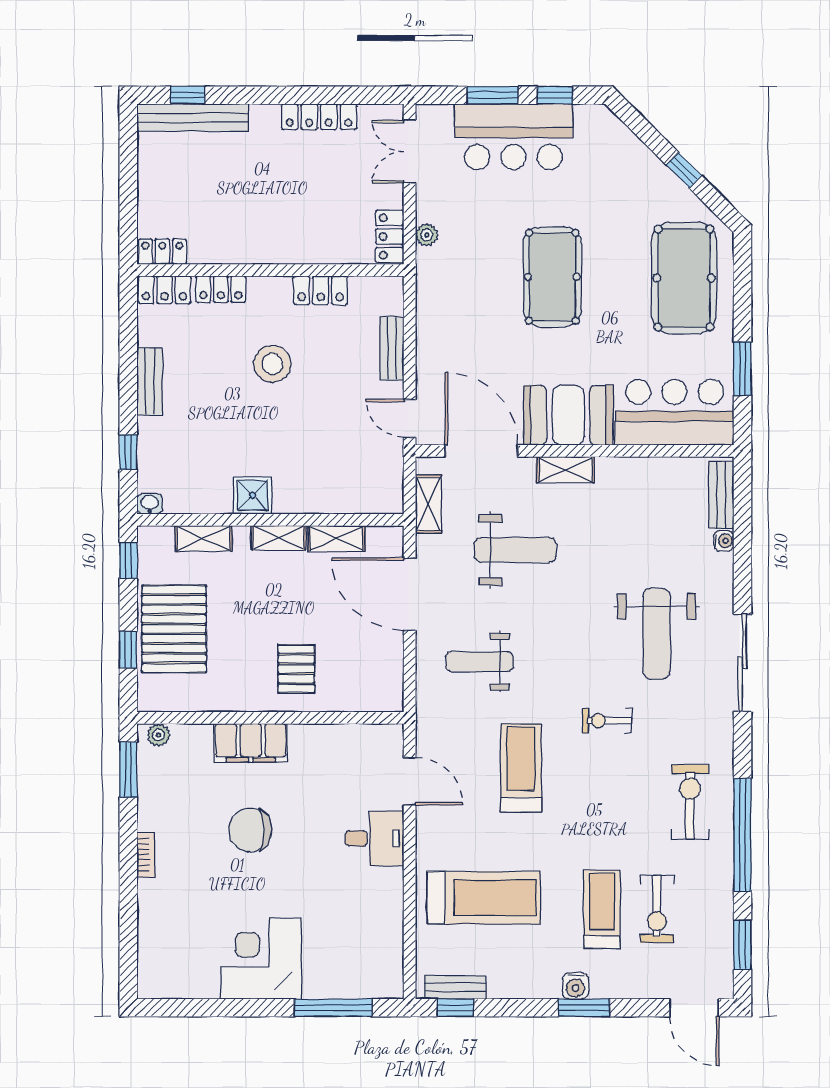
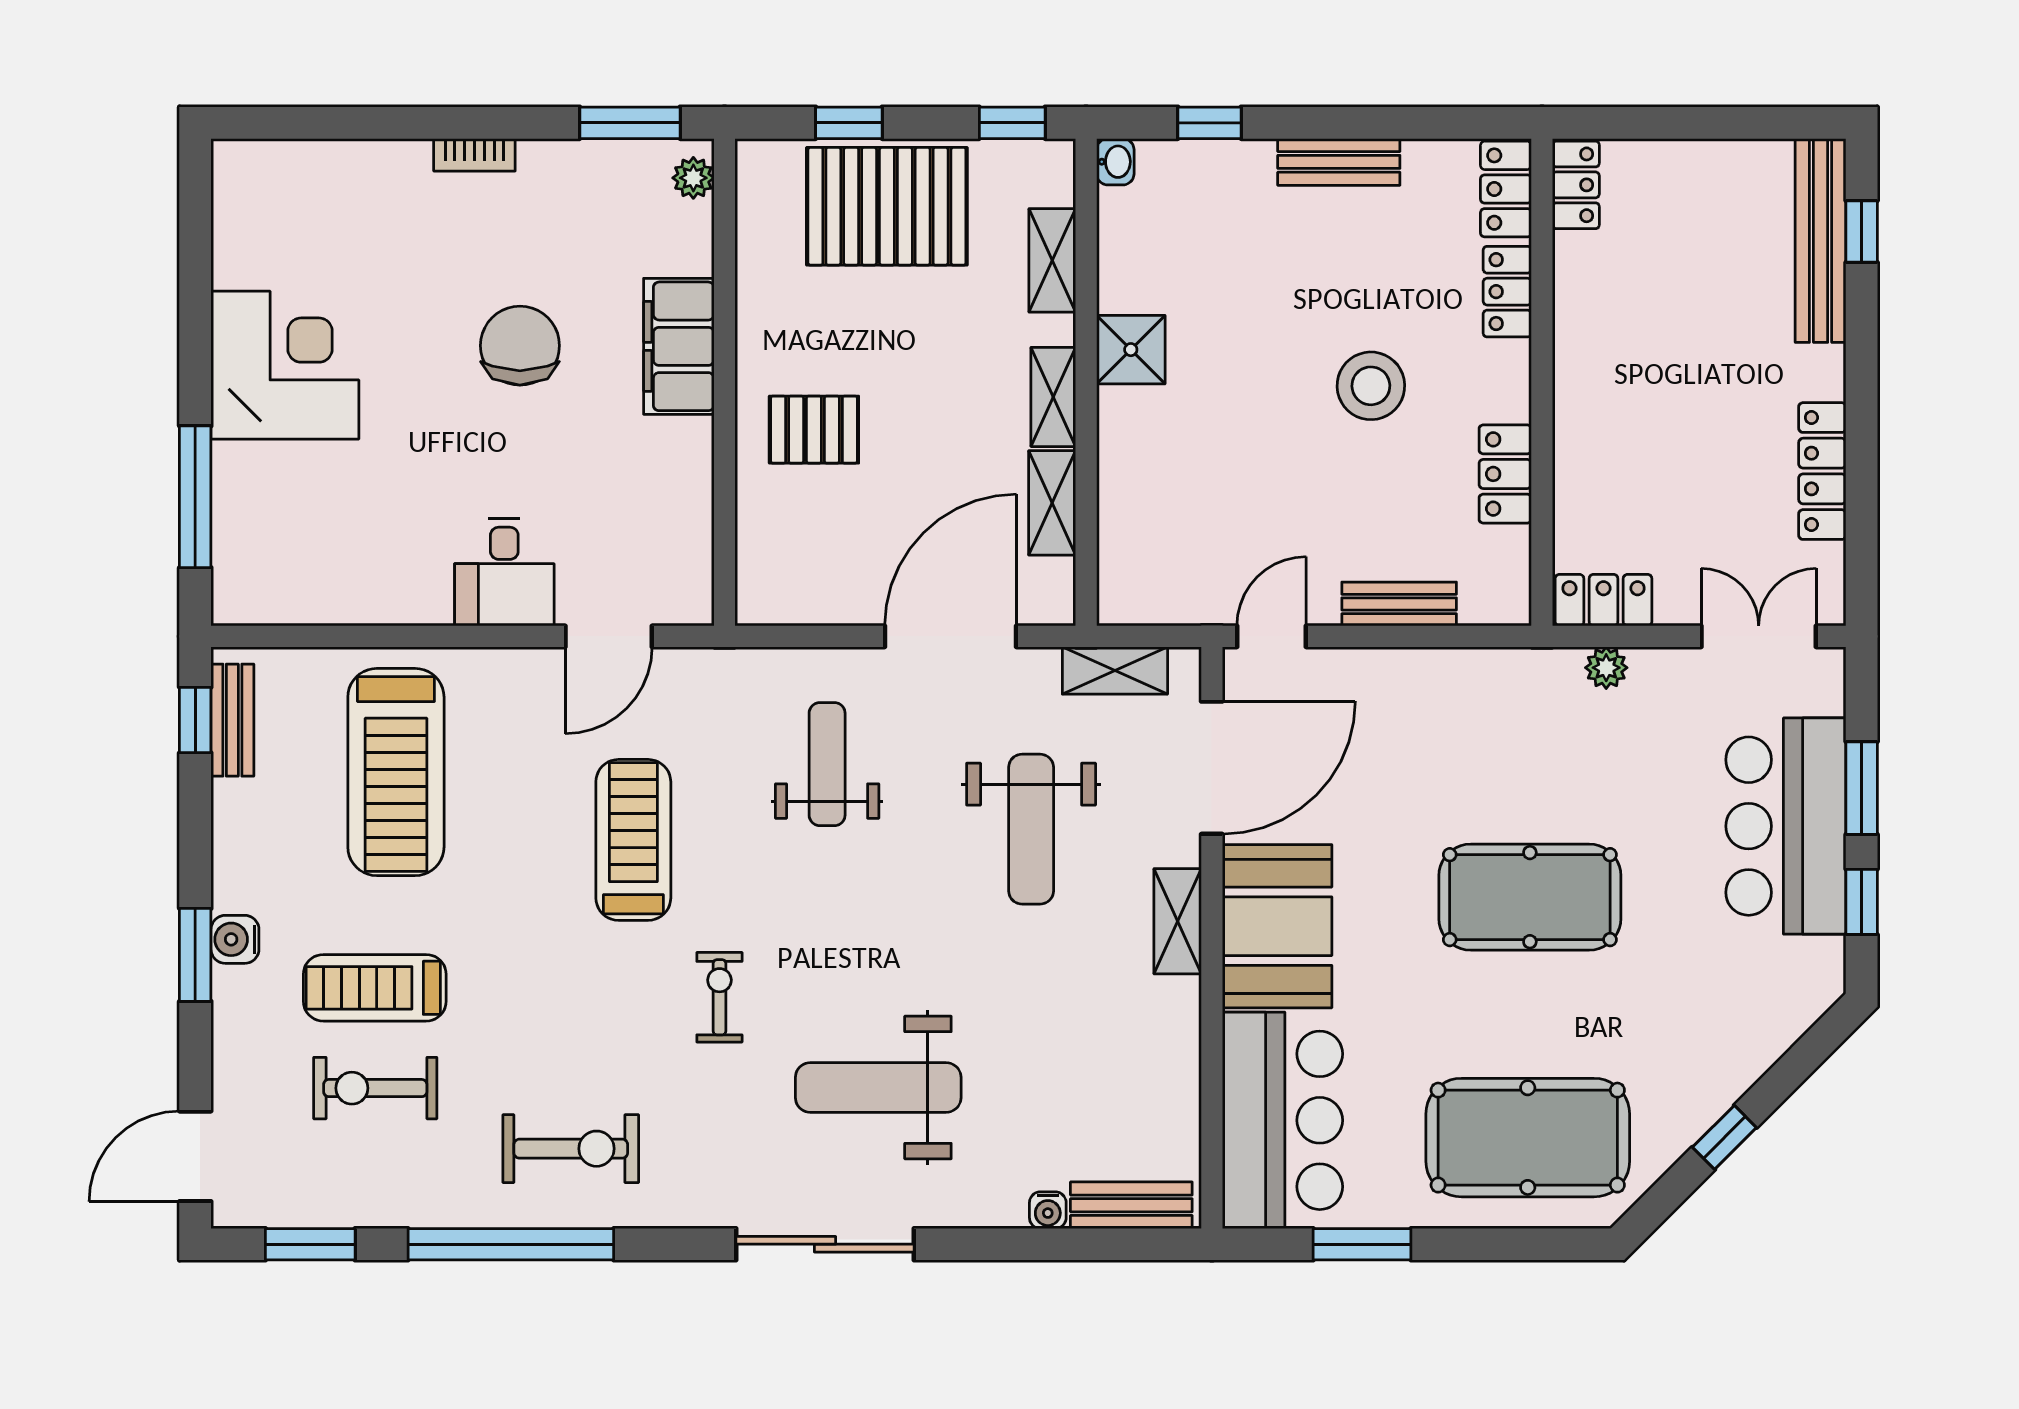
treadmill: (521, 768) -> (633, 840), turned -90
treadmill: (602, 909) -> (375, 988), turned 180

